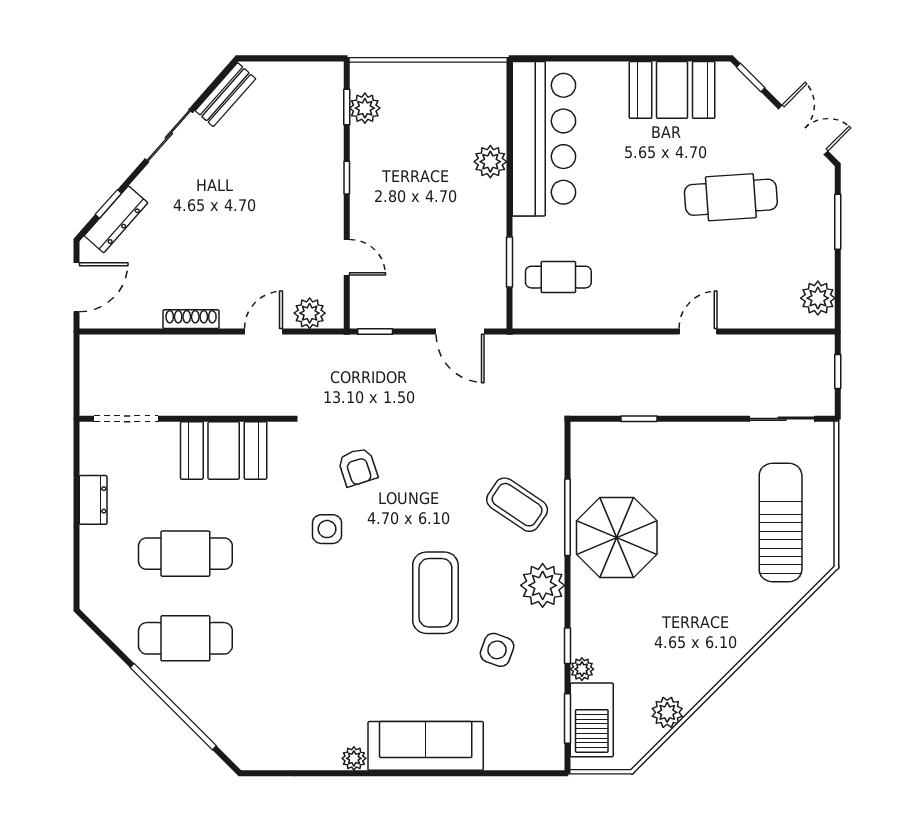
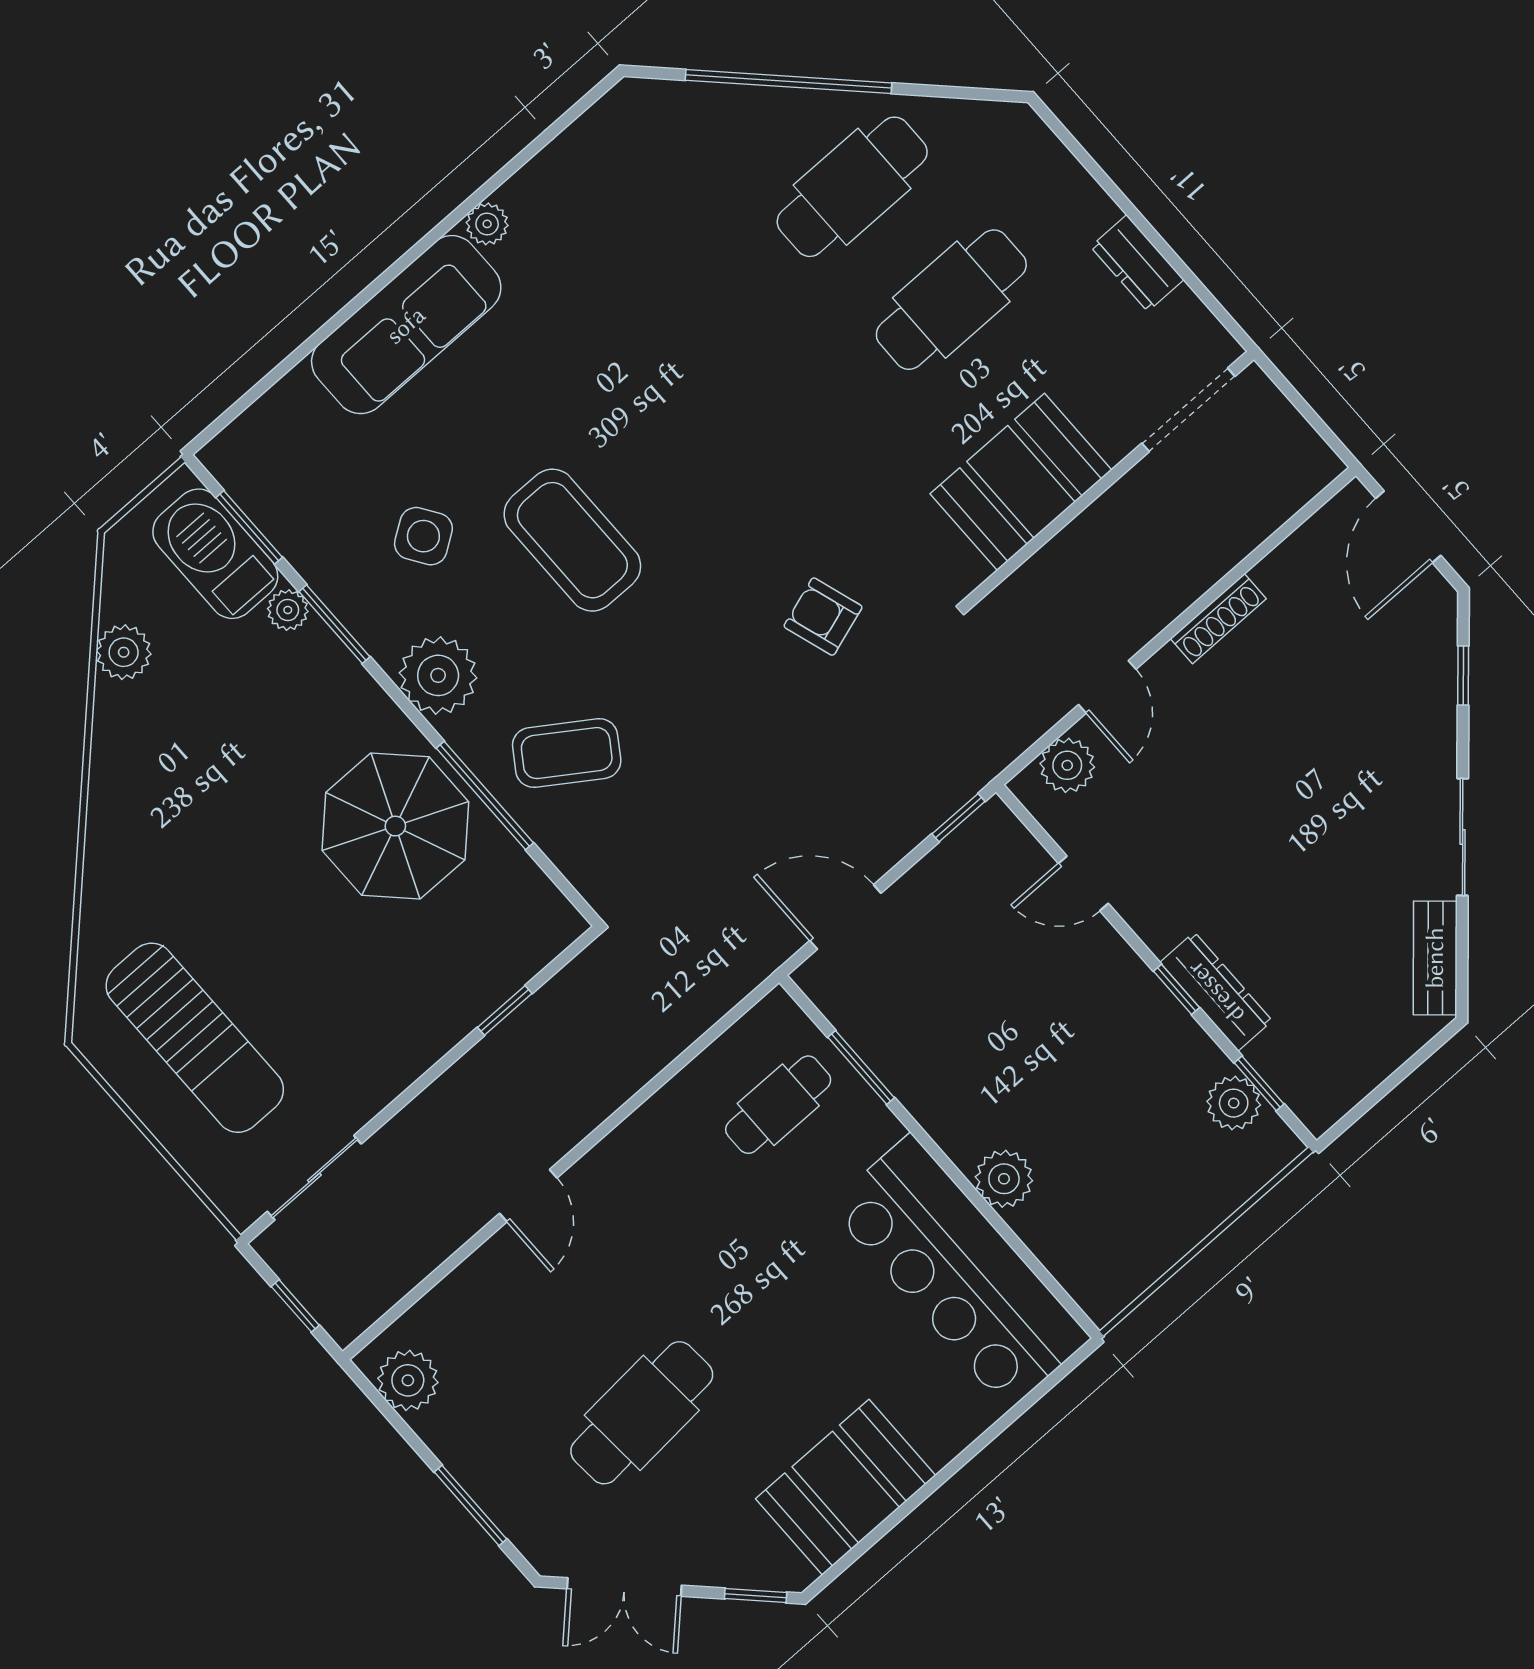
dresser: (116, 219) -> (1216, 992), moved, turned 138
side table: (327, 529) -> (791, 498), removed
window: (568, 646) -> (334, 624), width x1.50
side table: (497, 650) -> (423, 536), turned 36

